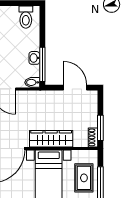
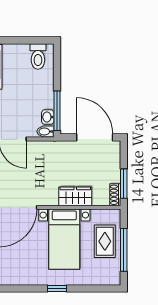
washbasin: (34, 58) -> (48, 117), moved
door: (75, 88) -> (95, 137), width x1.36
wardrobe: (51, 139) -> (75, 196), width x0.67

